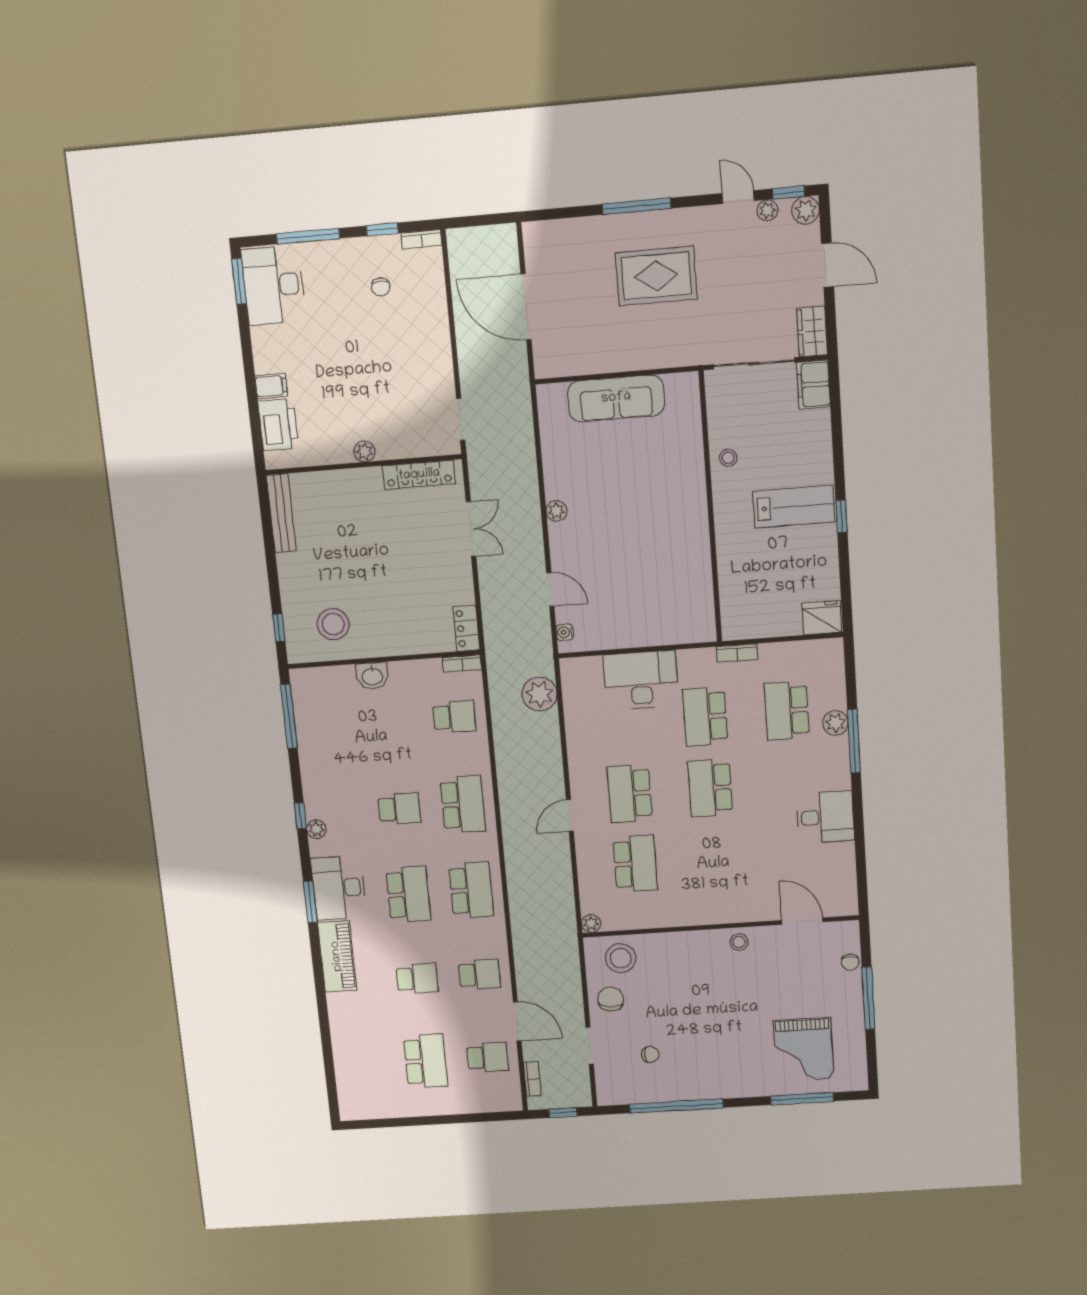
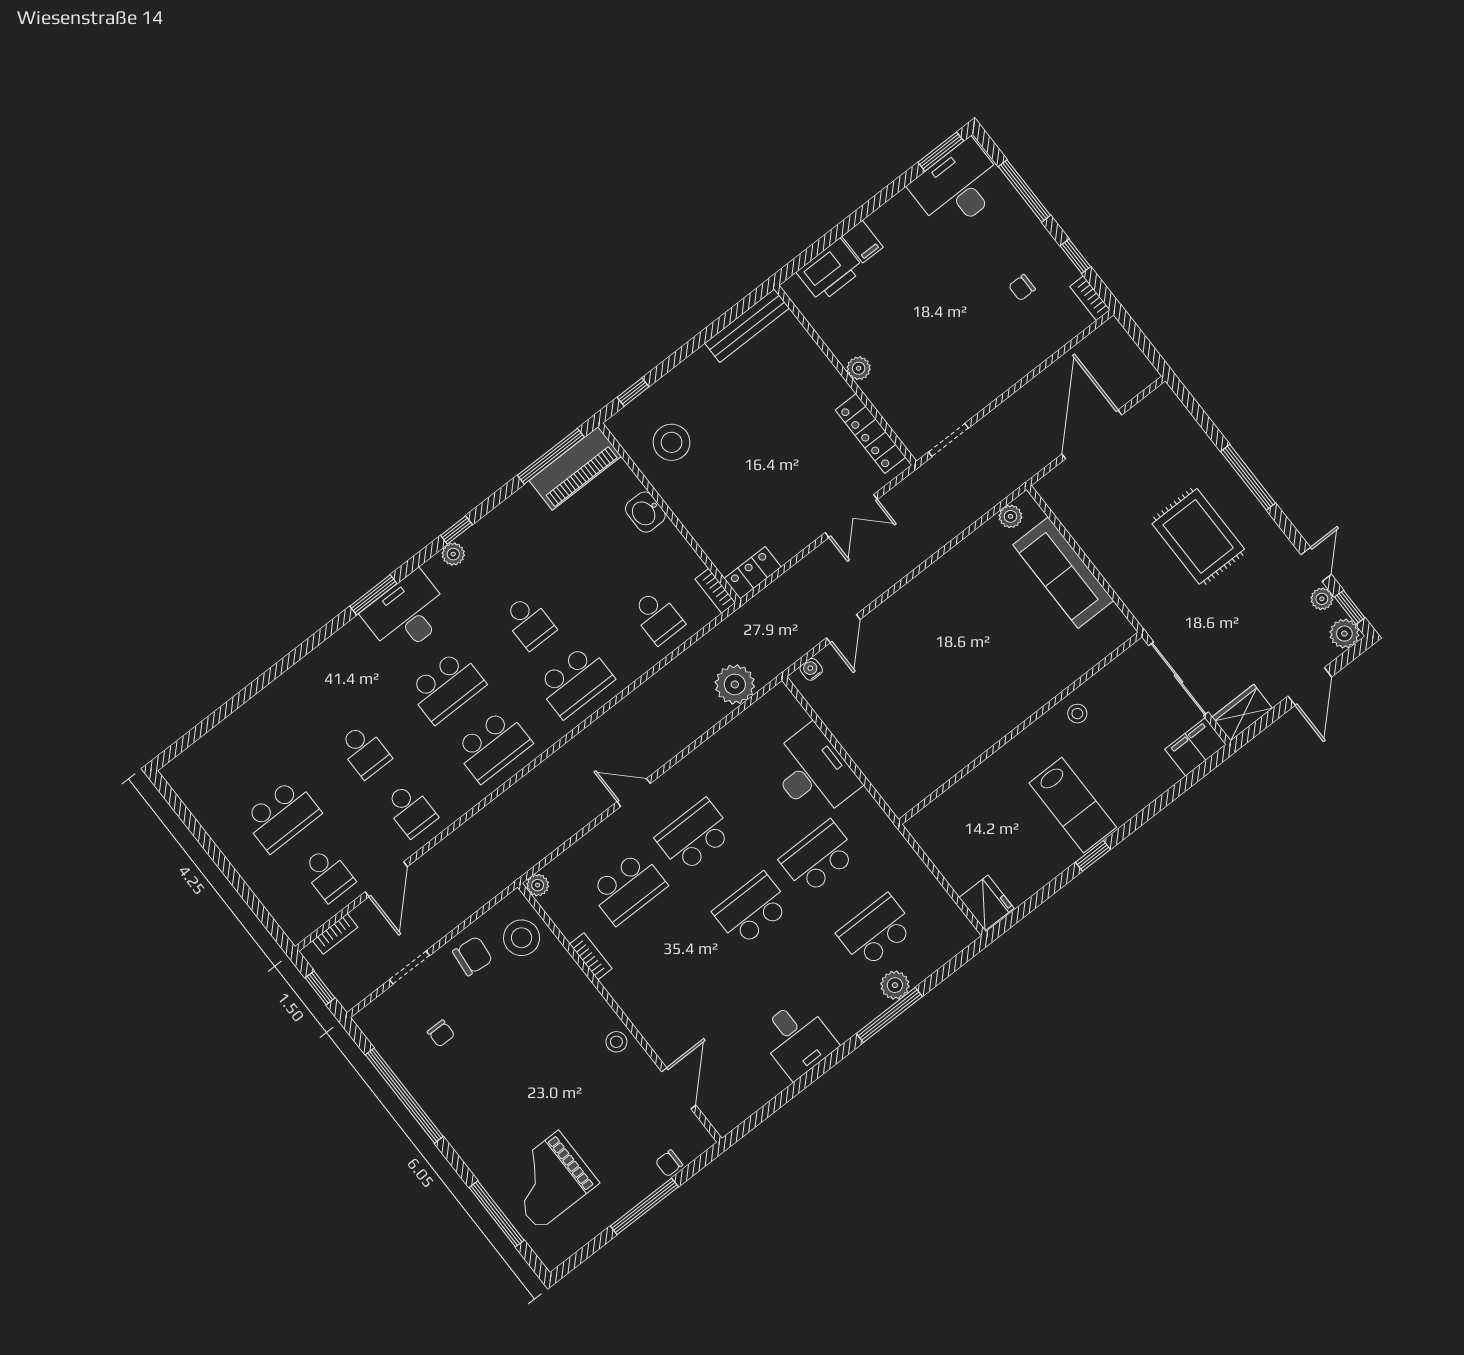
plant: (556, 511) -> (1010, 516), moved
bookcase: (737, 653) -> (591, 956), moved, turned 180
piano: (337, 956) -> (575, 468), moved

